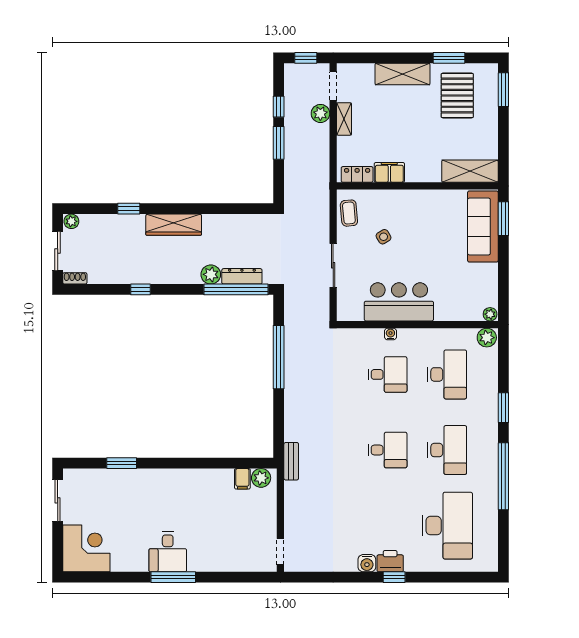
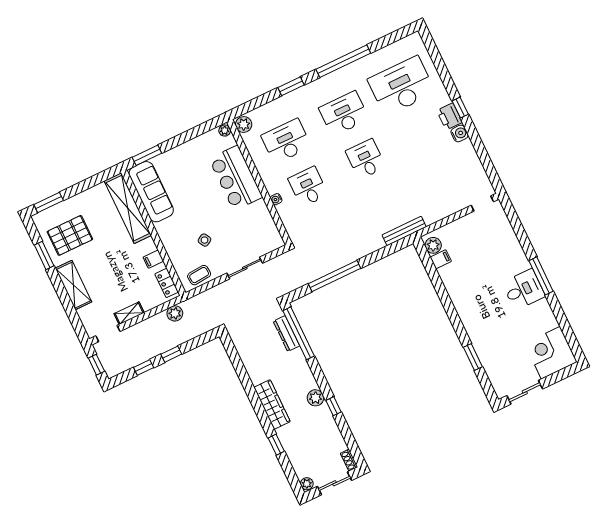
plant: (320, 113) -> (175, 313), moved
window: (279, 143) -> (171, 354), width x0.67
shelving: (470, 171) -> (128, 208), width x1.47
filing cabinet: (389, 172) -> (153, 259), width x0.50
sofa: (483, 227) -> (151, 192), moved, turned -90
plant: (211, 274) -> (315, 398), moved
bar counter: (399, 302) -> (236, 178), moved
bench: (291, 461) -> (404, 231), width x1.36

